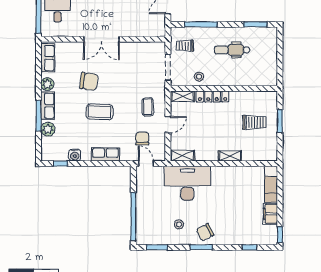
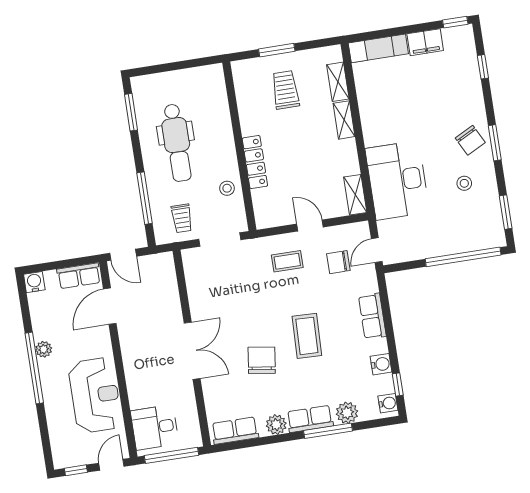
dental chair: (232, 50) -> (177, 143), width x1.36, depth x1.38
shelving: (183, 96) -> (338, 82), moved
water cooler: (50, 156) -> (388, 403), added

